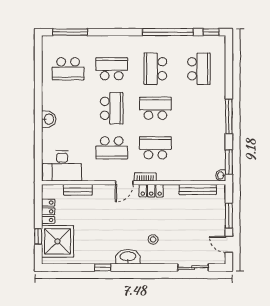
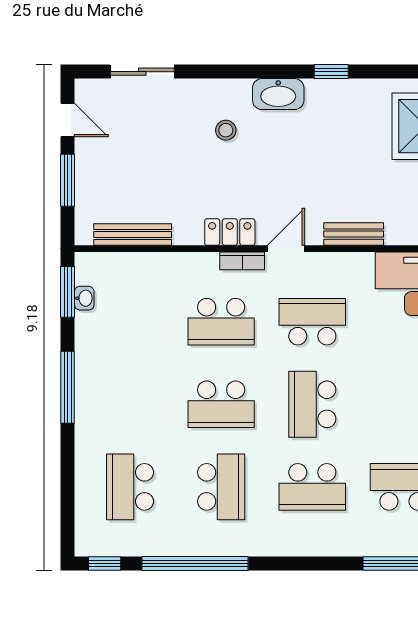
washbasin: (221, 175) -> (84, 298), moved
bench: (78, 190) -> (354, 234), moved

